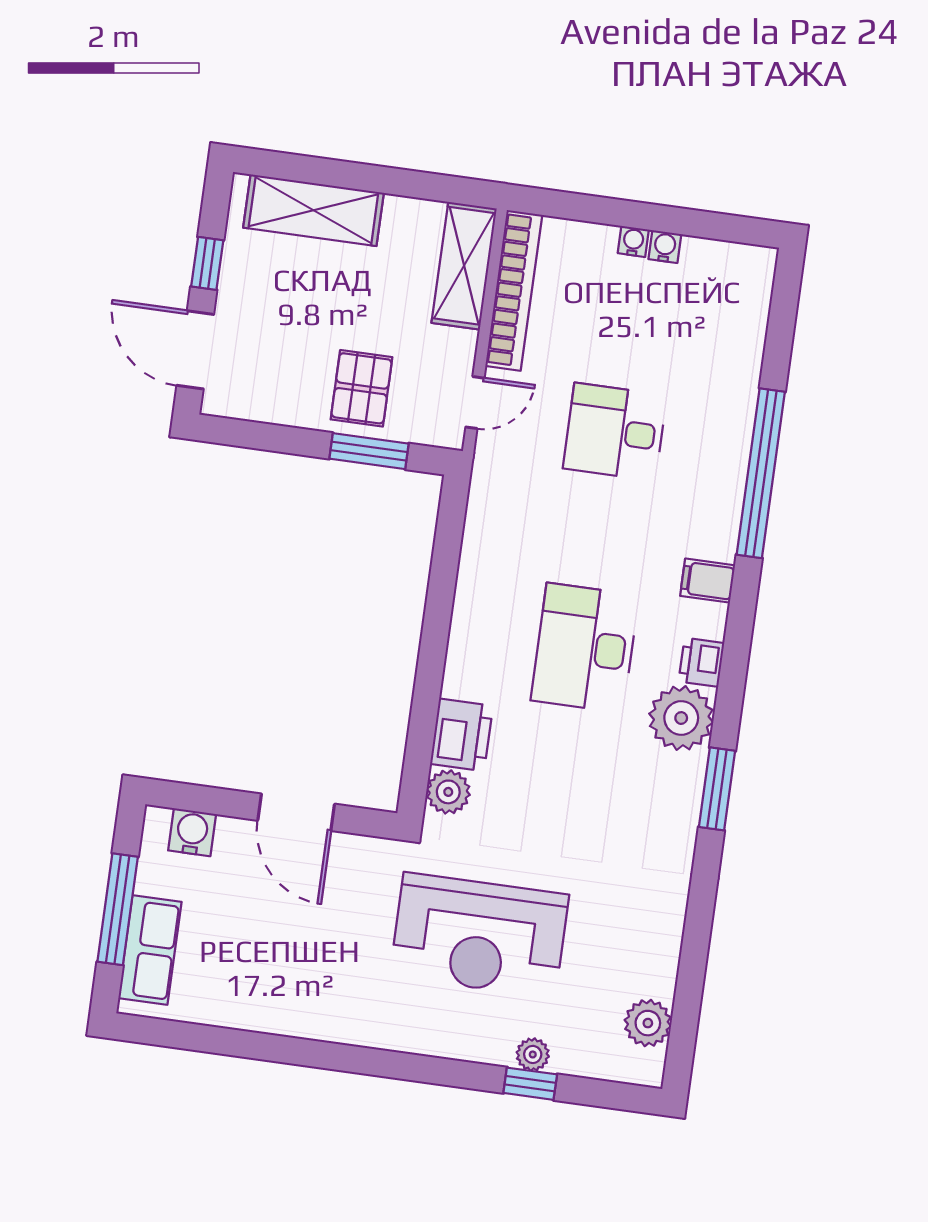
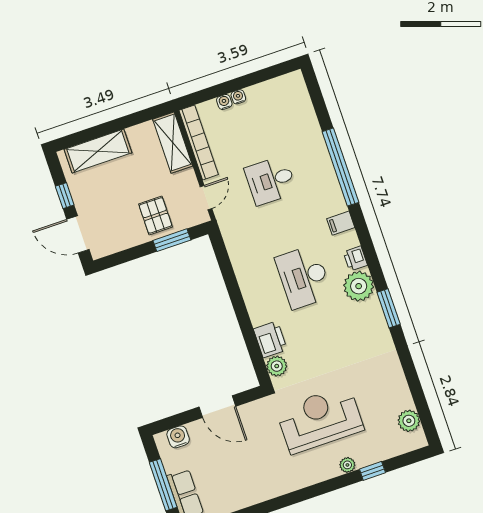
water cooler: (665, 247) -> (224, 102), moved
reception desk: (479, 935) -> (320, 420), turned 180
plant: (533, 1054) -> (347, 465), moved

